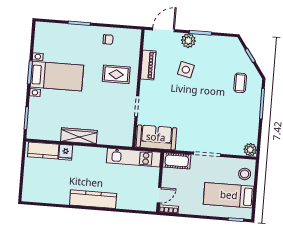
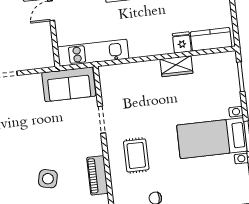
rug: (116, 74) -> (136, 155), turned 90
wardrobe: (79, 136) -> (176, 66), width x0.67
cot: (177, 161) -> (37, 59), removed

